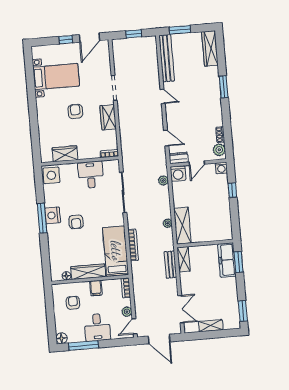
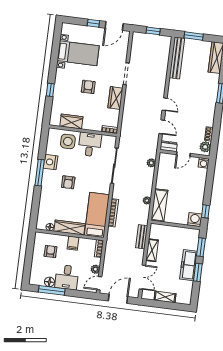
door: (163, 96) -> (165, 104), moved
window: (34, 124) -> (50, 90), added
washing machine: (178, 173) -> (195, 220), moved, turned 180
side table: (51, 175) -> (68, 141), moved
window: (232, 190) -> (206, 211), moved
nightstand: (53, 215) -> (51, 162), moved
shelving: (184, 259) -> (152, 250), moved
freezer: (227, 260) -> (189, 265), moved
window: (243, 311) -> (198, 272), moved
floor lamp: (61, 338) -> (49, 282), moved
door: (159, 339) -> (118, 299), swing flipped

